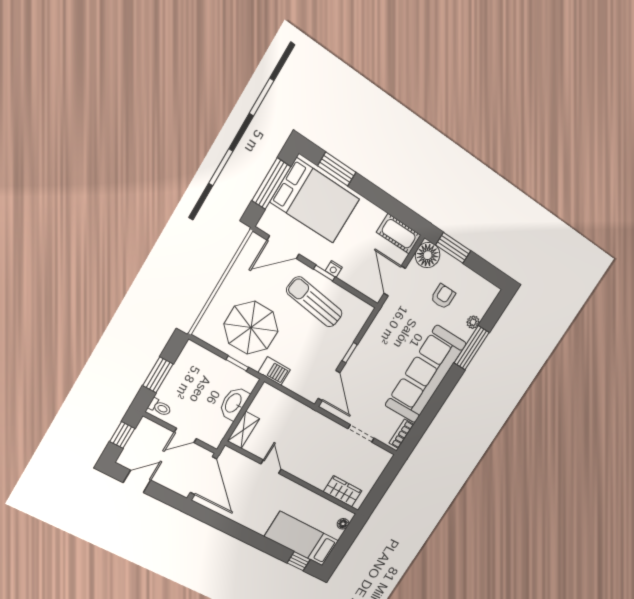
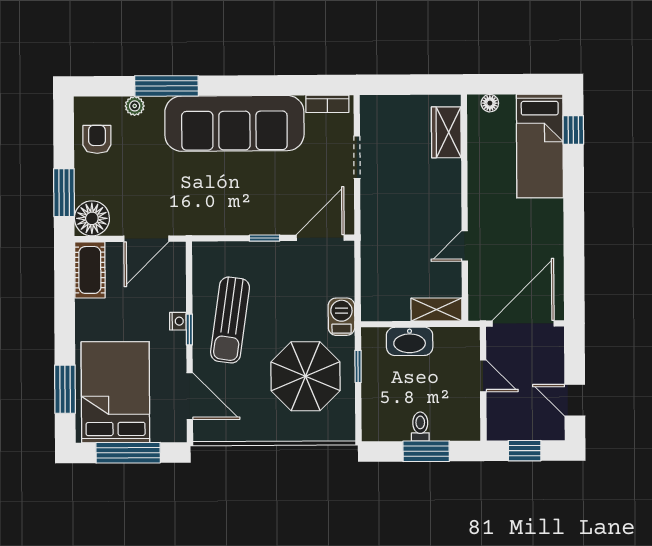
armchair: (443, 296) -> (97, 139), moved, turned 90
toilet: (160, 407) -> (420, 426), moved

